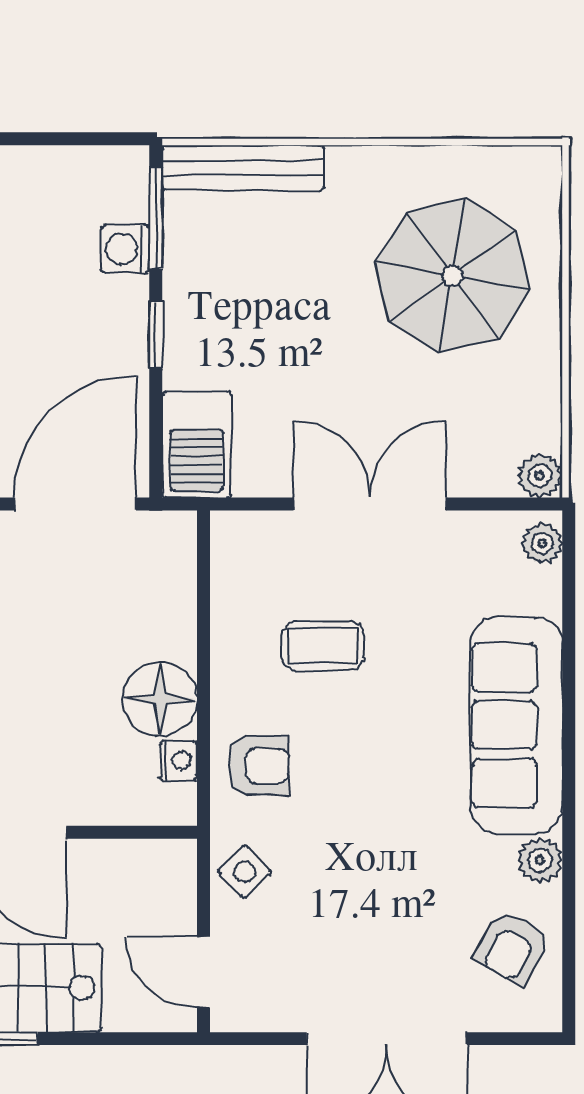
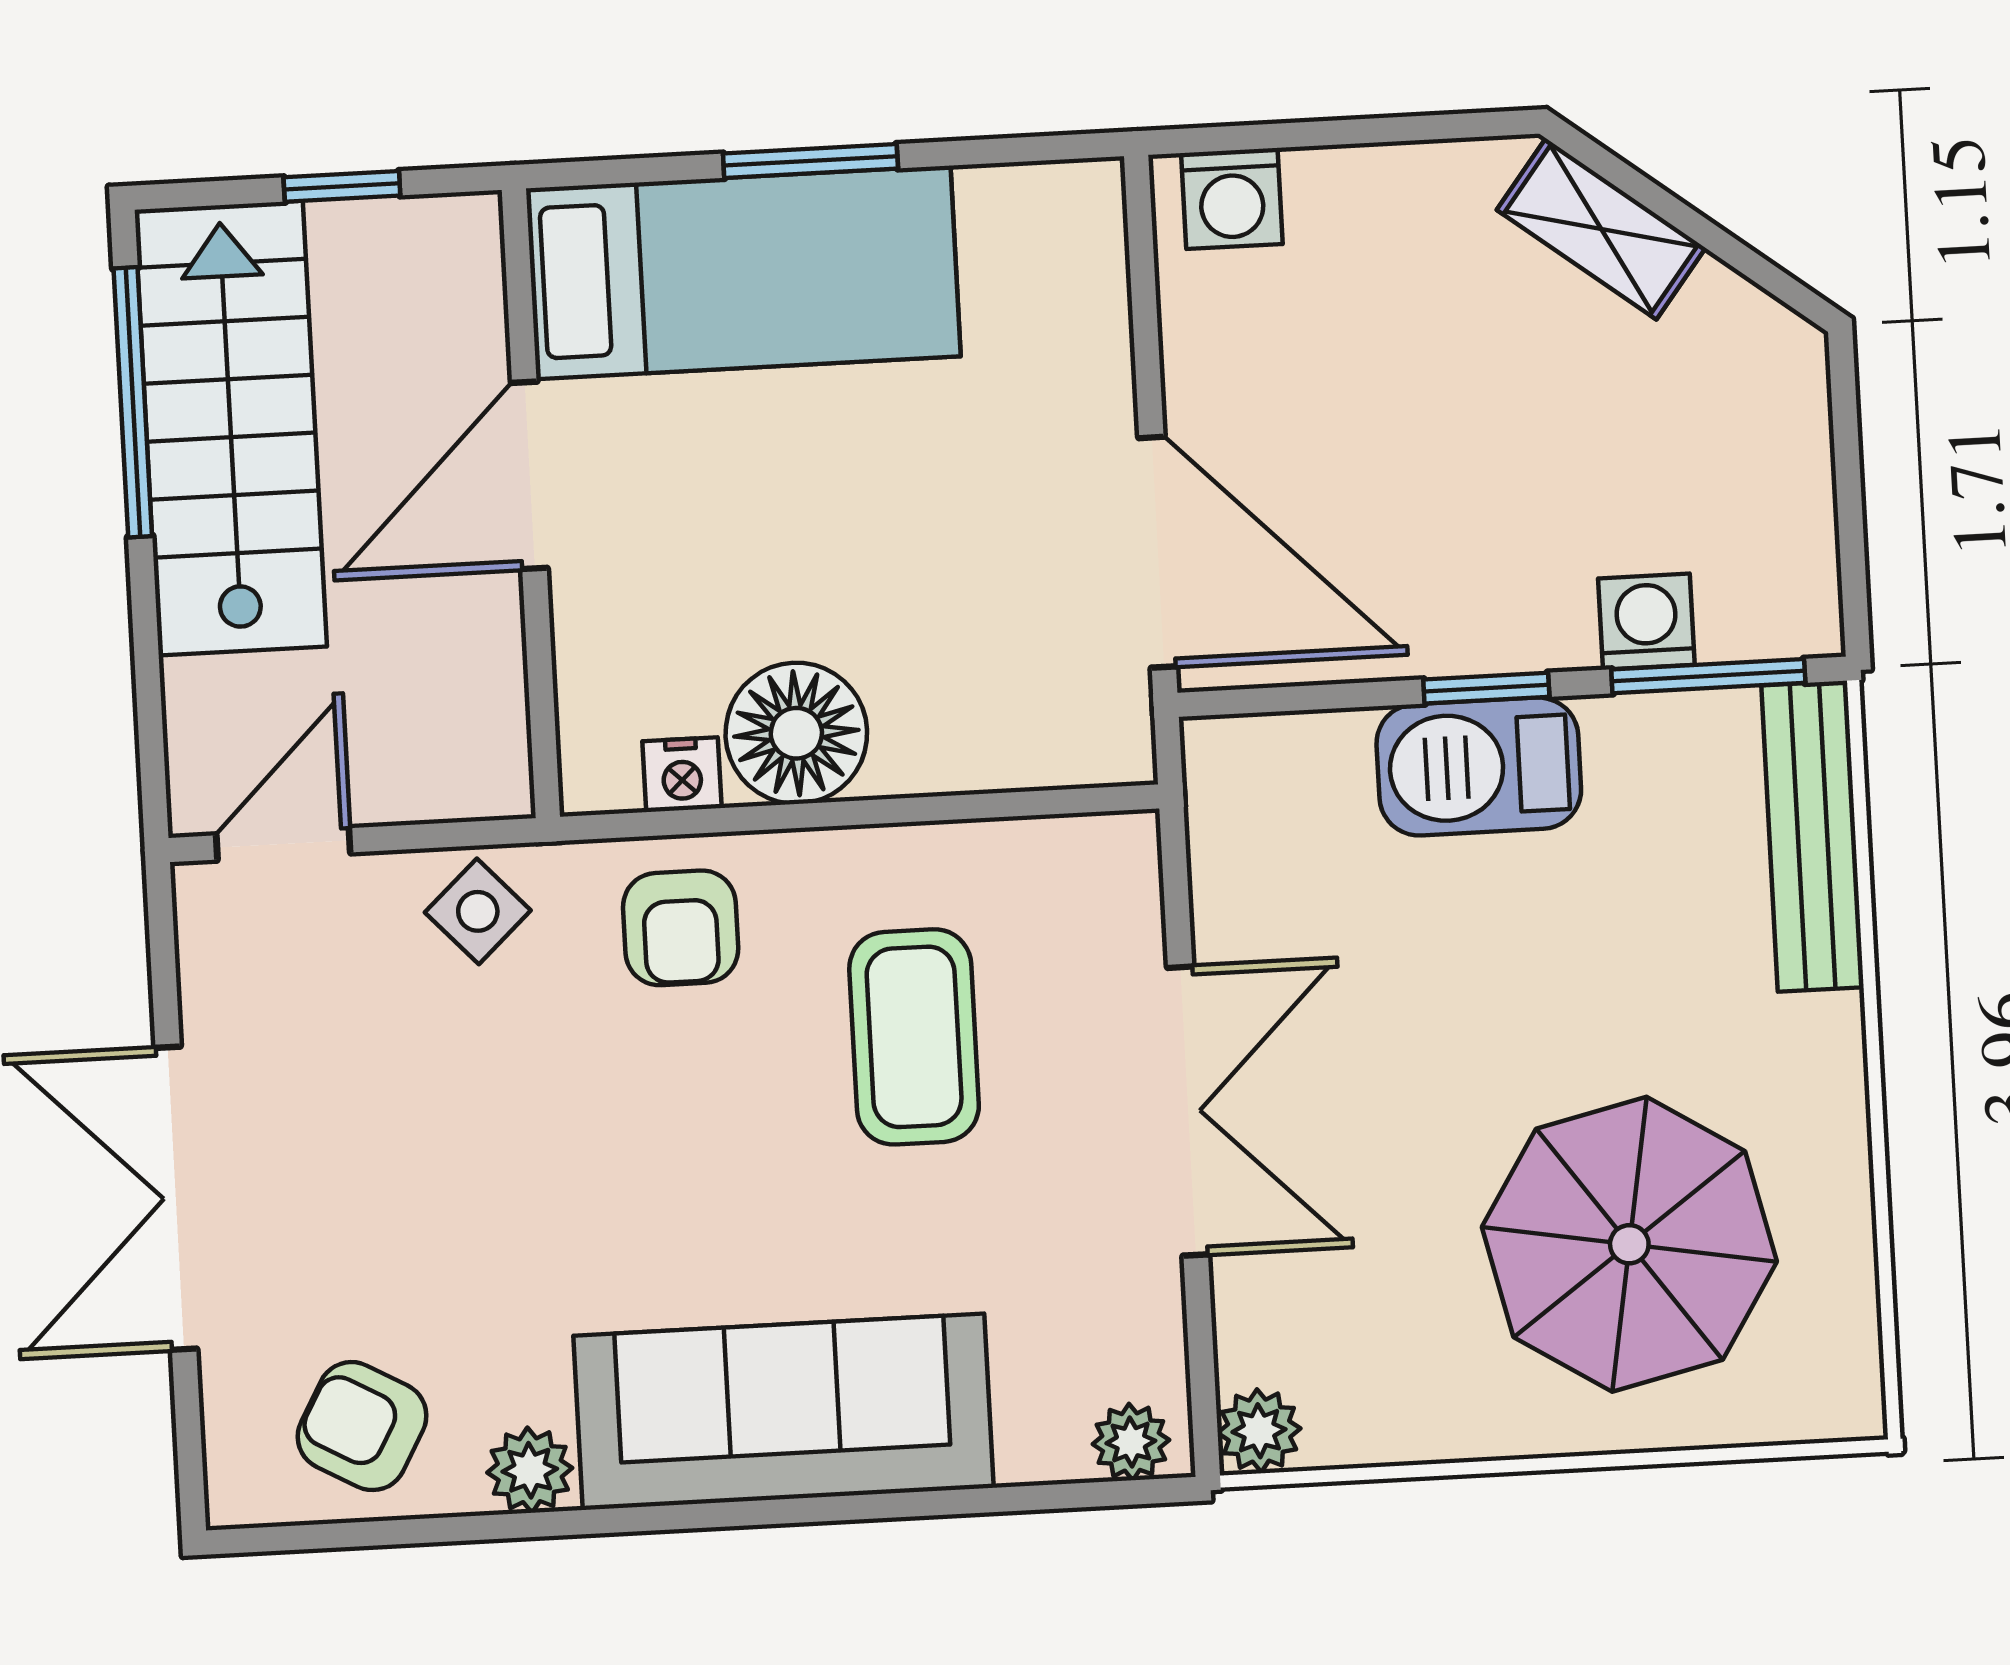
barbecue: (197, 445) -> (1479, 767), moved
coffee table: (323, 646) -> (914, 1037), width x1.36, depth x1.30

